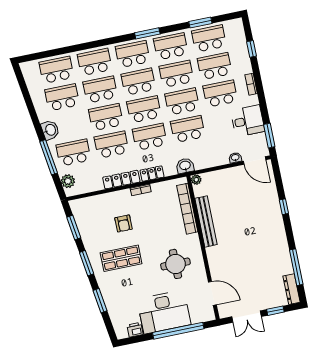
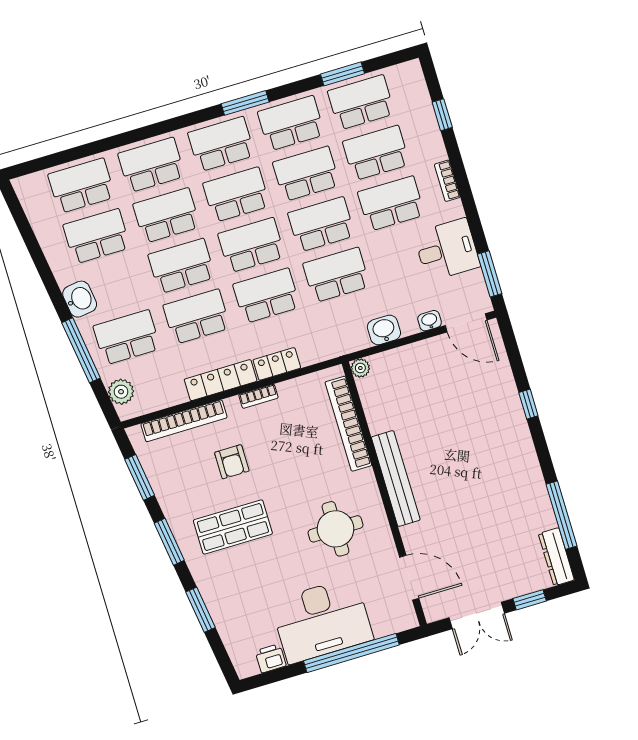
washbasin: (185, 166) -> (384, 330), moved
bookcase: (100, 199) -> (184, 421), added
bench: (206, 221) -> (396, 479), moved

